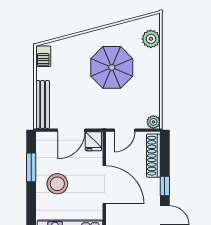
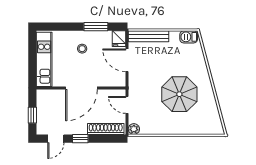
plant: (151, 39) -> (203, 127), removed
fridge: (93, 141) -> (119, 39), moved, turned -90
stool: (57, 184) -> (82, 49), width x0.53, depth x0.53

